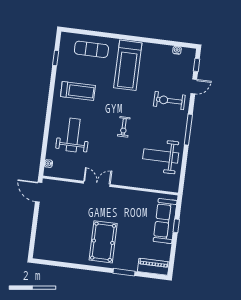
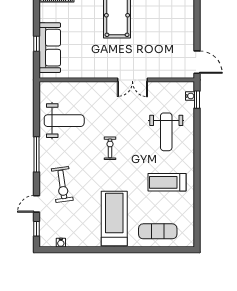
window: (56, 58) -> (197, 100), moved
exercise bike: (169, 101) -> (62, 184), turned 82

